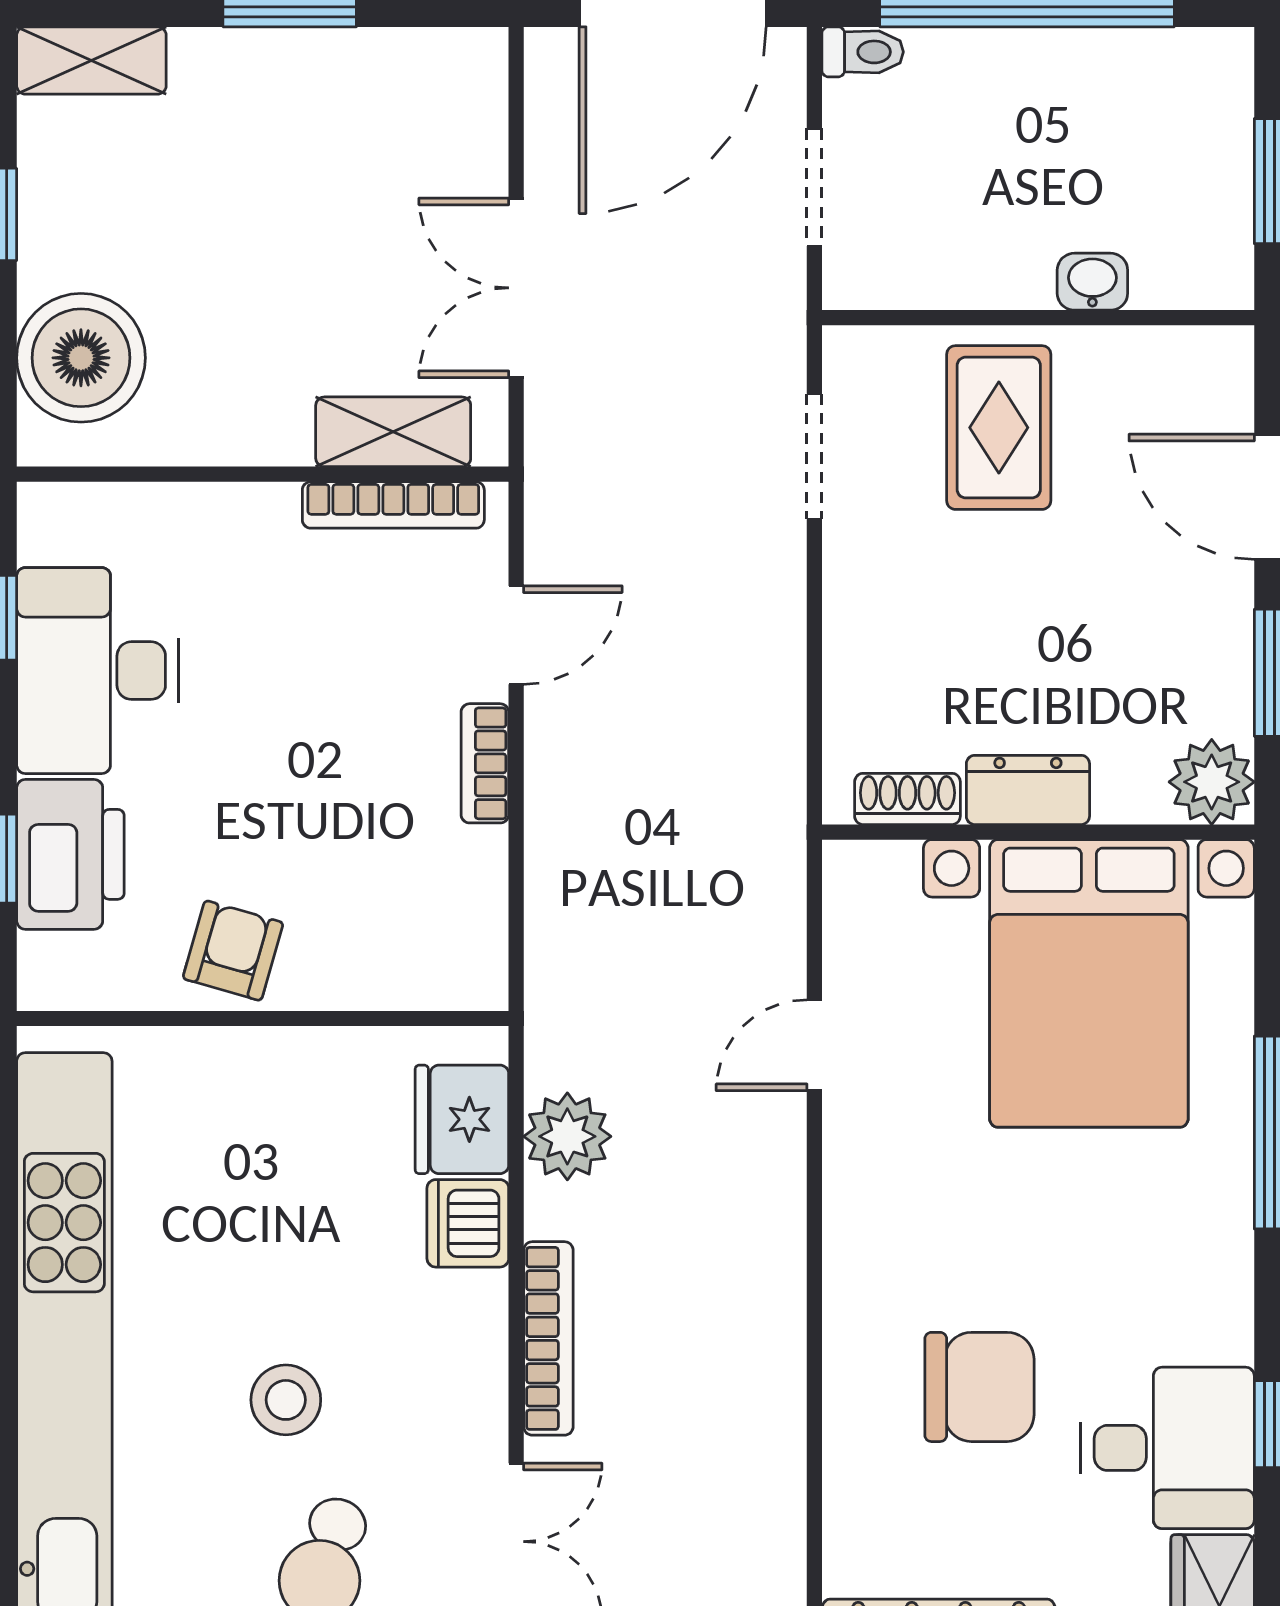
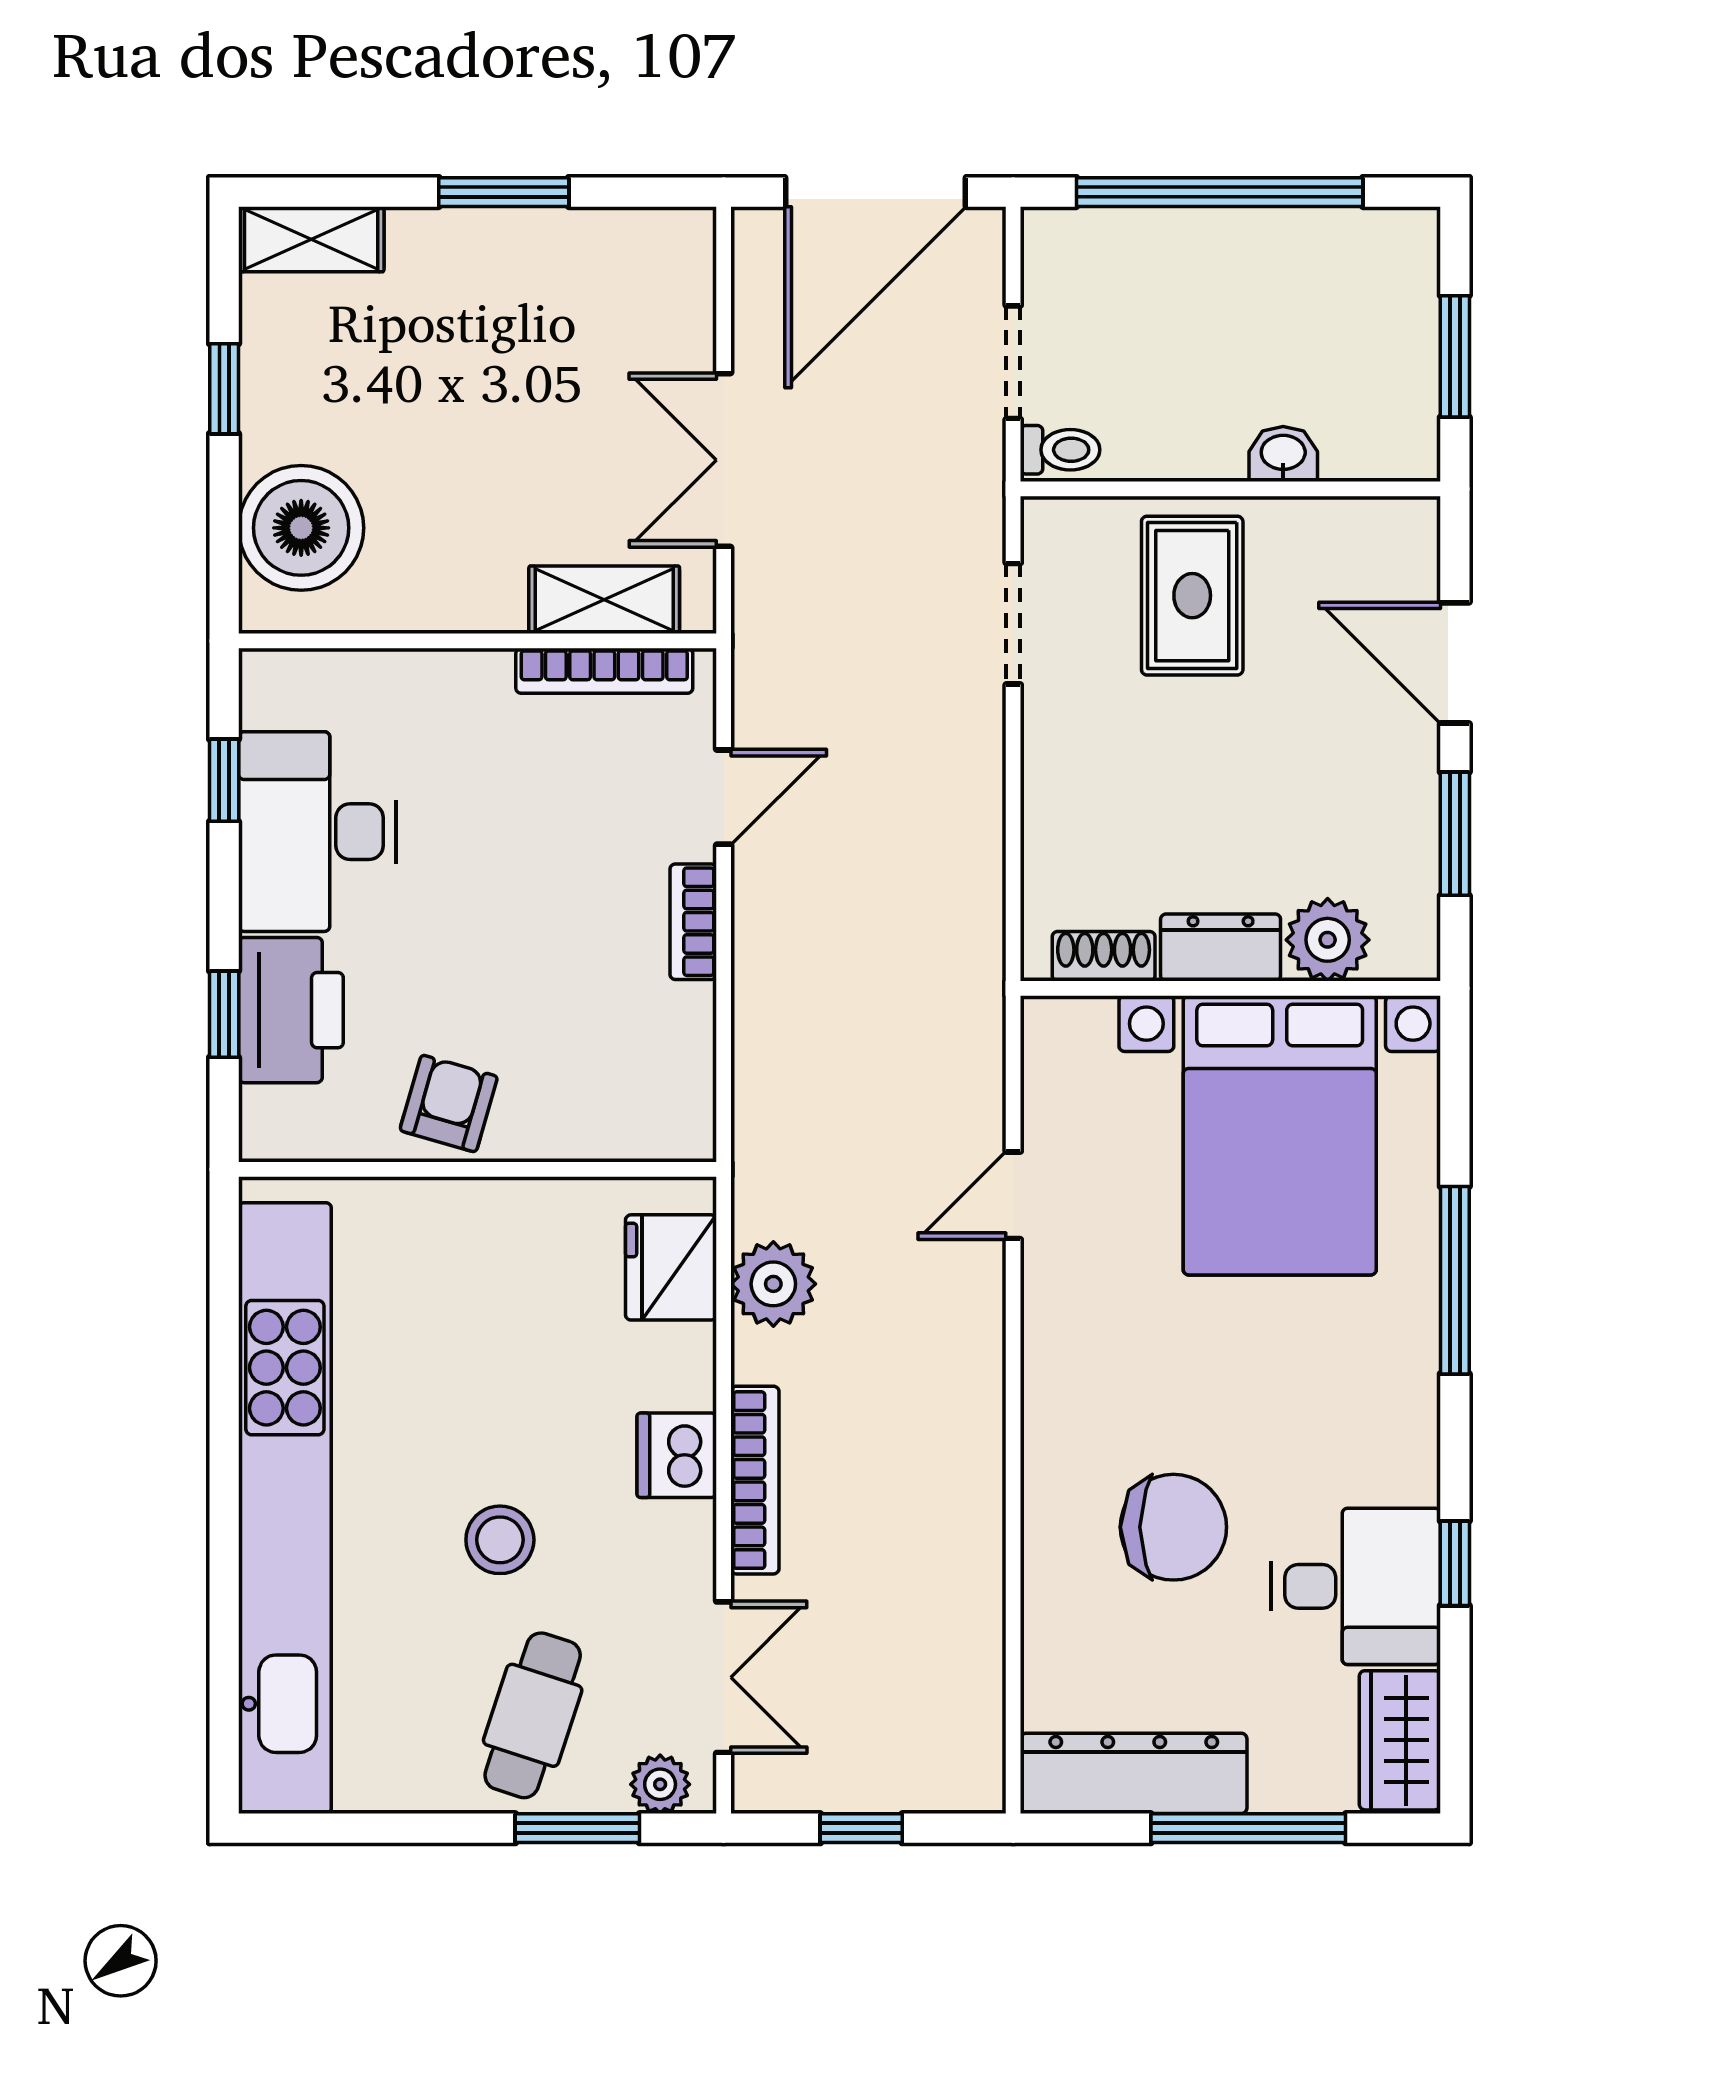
toilet: (863, 52) -> (1060, 450), moved
plant: (1212, 782) -> (1328, 940), moved
dishwasher: (468, 1223) -> (677, 1455), moved

